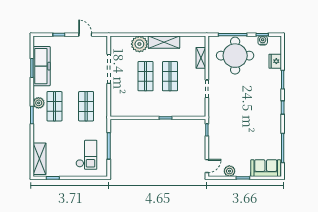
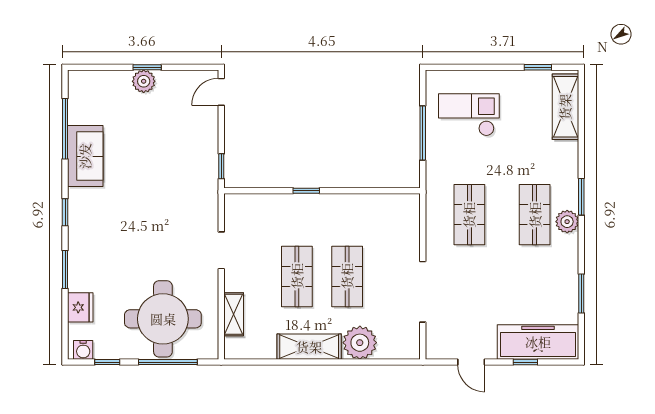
water cooler: (263, 40) -> (83, 350), moved
freezer: (42, 66) -> (538, 342), moved, turned 90
checkout: (86, 155) -> (469, 115), turned 90
sofa: (266, 168) -> (85, 156), moved, turned -90
plant: (229, 171) -> (144, 81), moved

